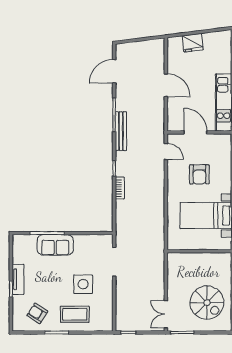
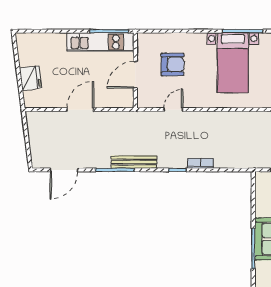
door: (114, 71) -> (64, 170), hinge flipped
door: (166, 151) -> (173, 110), moved
armchair: (199, 174) -> (172, 64), moved

